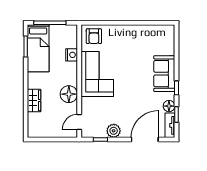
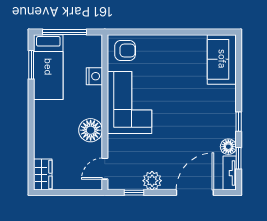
armchair: (94, 36) -> (125, 51), turned -90
sofa: (164, 74) -> (222, 59), moved
wardrobe: (34, 100) -> (43, 175), moved

